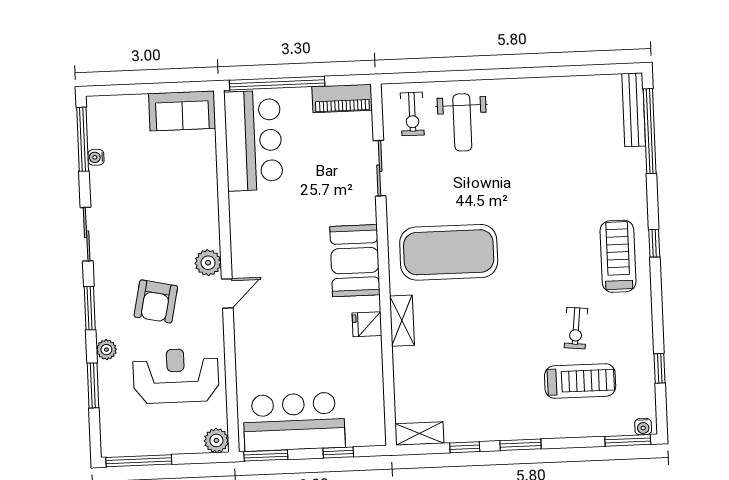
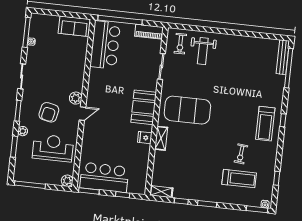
treadmill: (618, 256) -> (265, 124), turned 180

